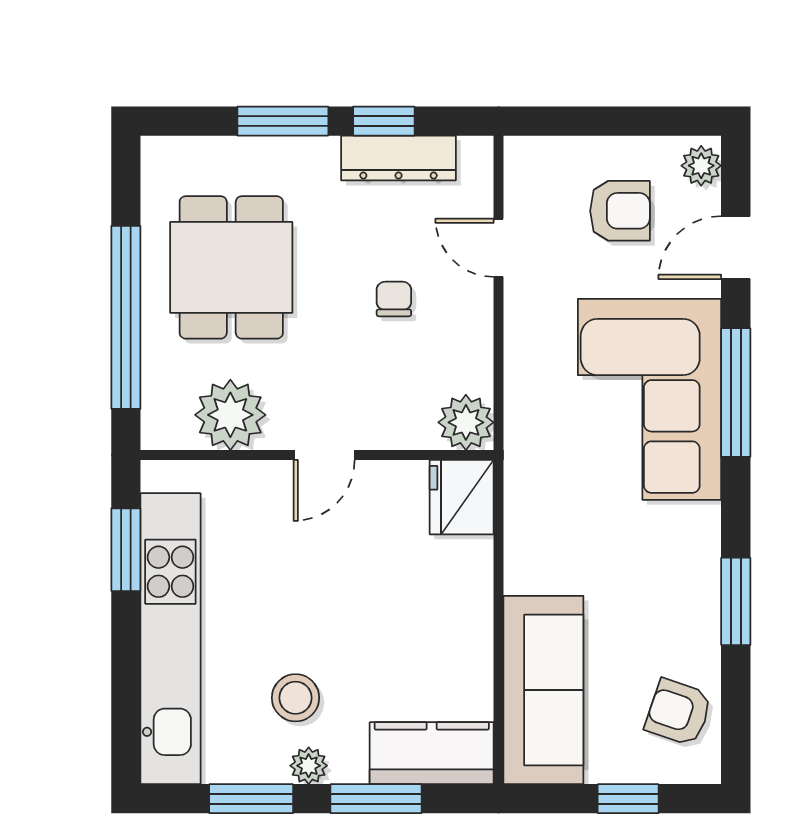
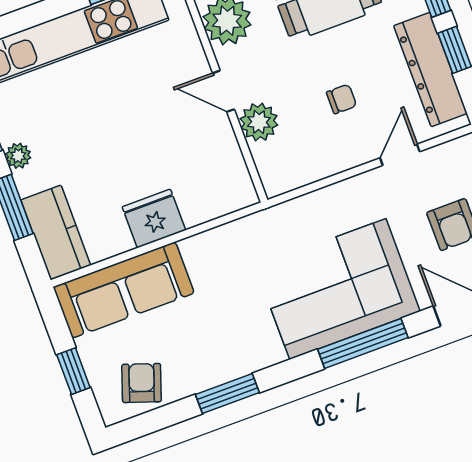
dresser: (399, 158) -> (431, 70), width x1.37, depth x1.24
plant: (466, 422) -> (259, 122), moved
fridge: (462, 497) -> (154, 218), moved
stool: (296, 698) -> (59, 131), removed

